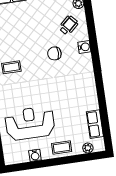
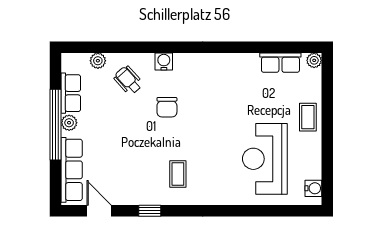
plant: (88, 148) -> (314, 60), moved
water cooler: (35, 155) -> (313, 188), moved

